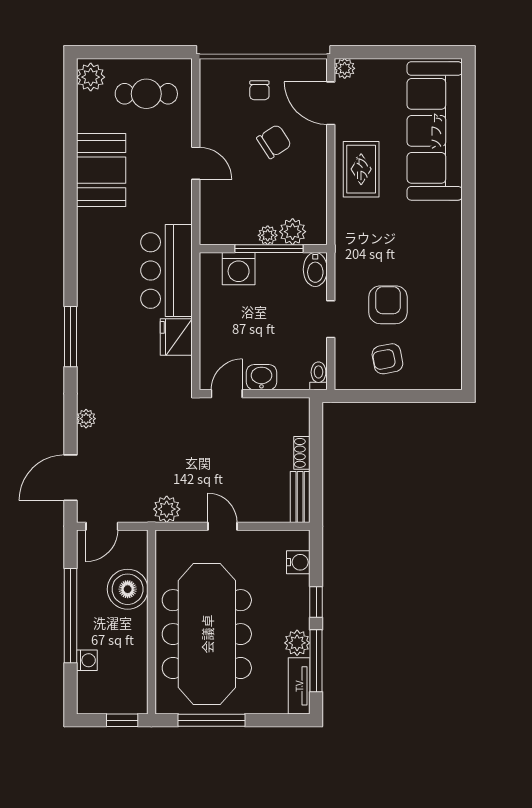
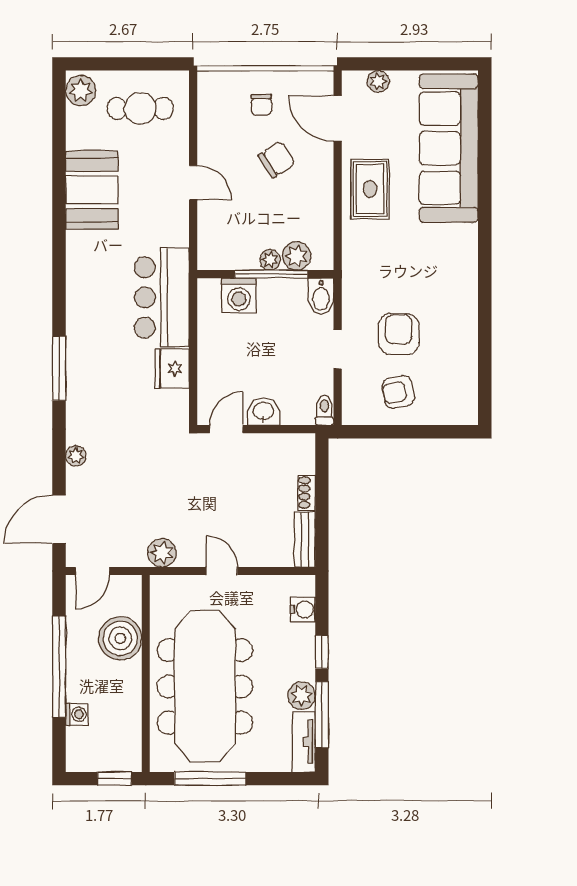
plant: (345, 68) -> (378, 81), moved

